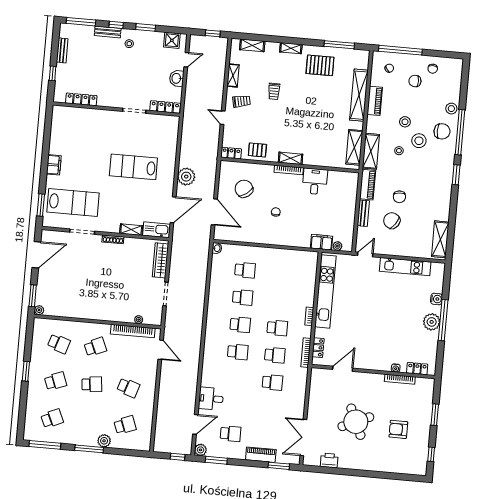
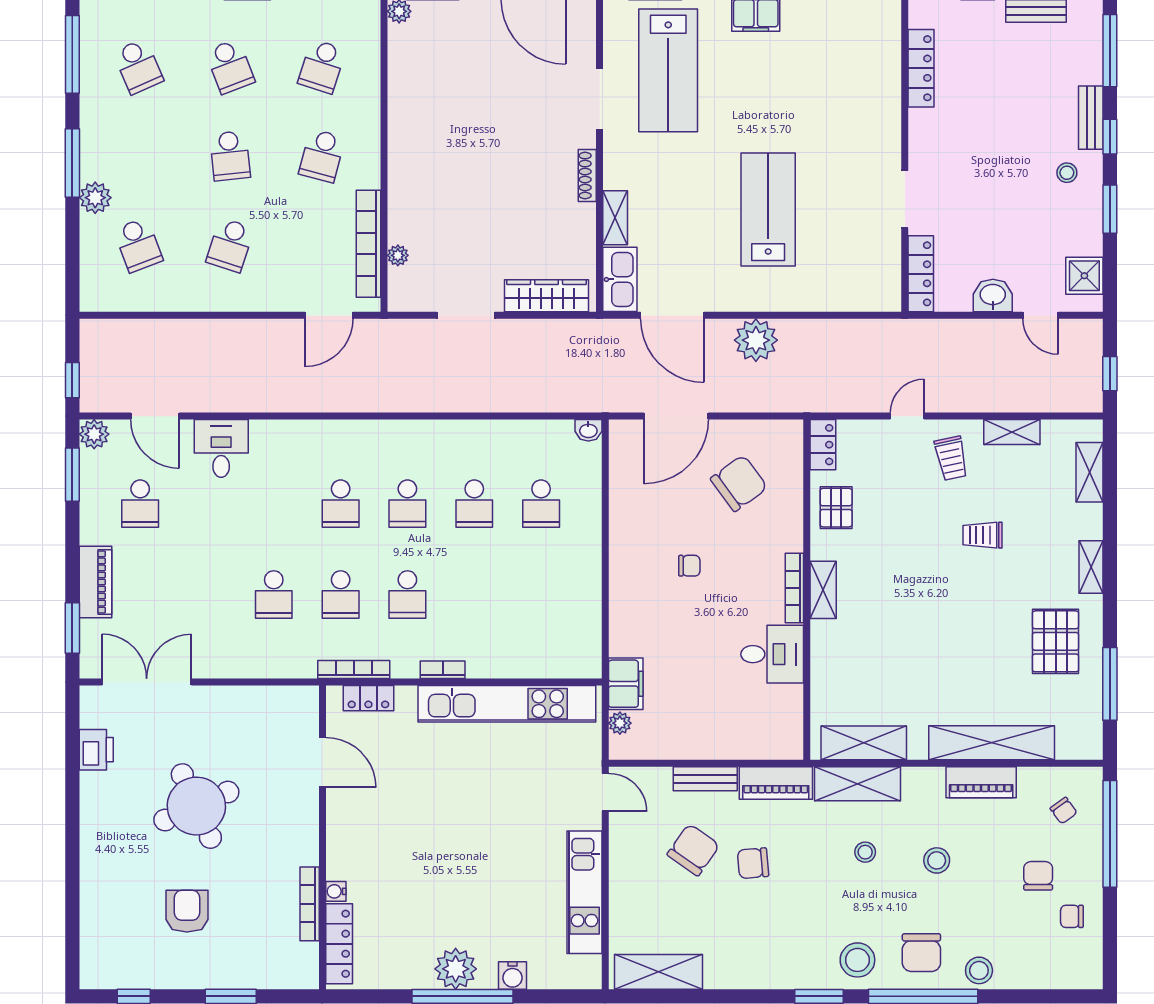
stool: (419, 141) -> (857, 960), moved
school desk: (95, 347) -> (322, 156), turned 39
locker: (417, 369) -> (339, 944), width x1.53

